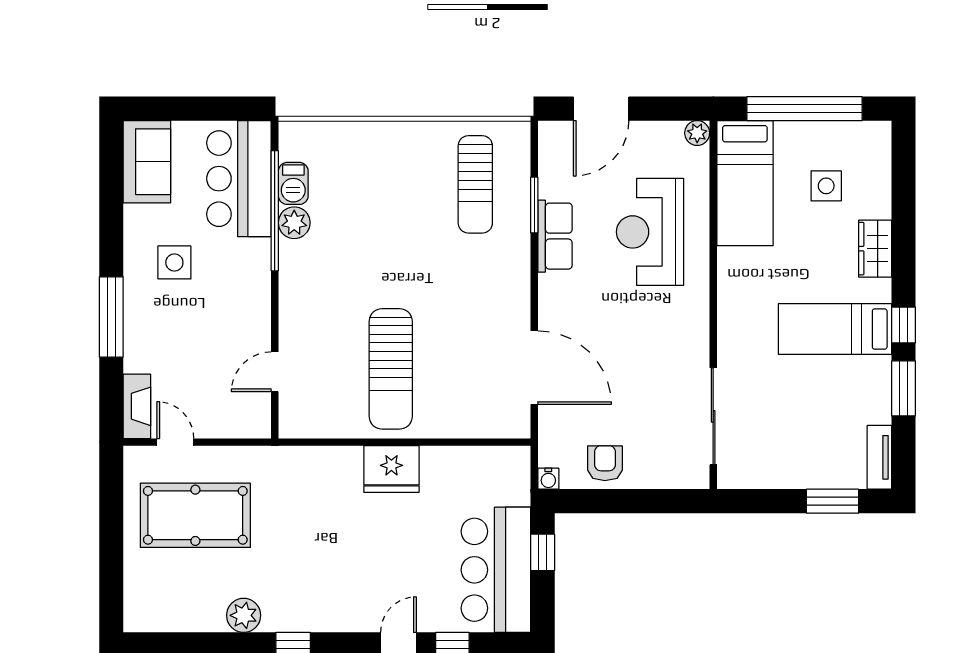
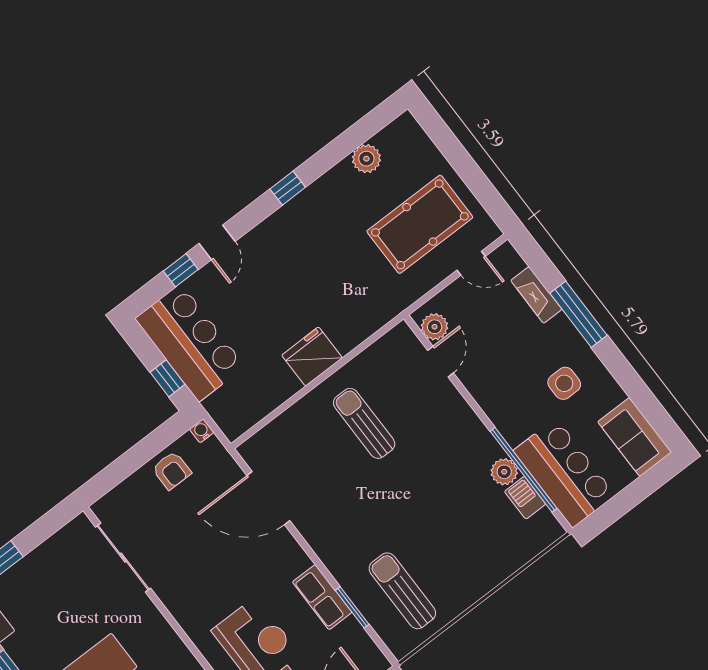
sun lounger: (391, 369) -> (364, 423), width x0.73, depth x0.75
fireplace: (137, 406) -> (536, 295), moved
plant: (255, 409) -> (435, 327), added
plant: (244, 615) -> (366, 159), moved

